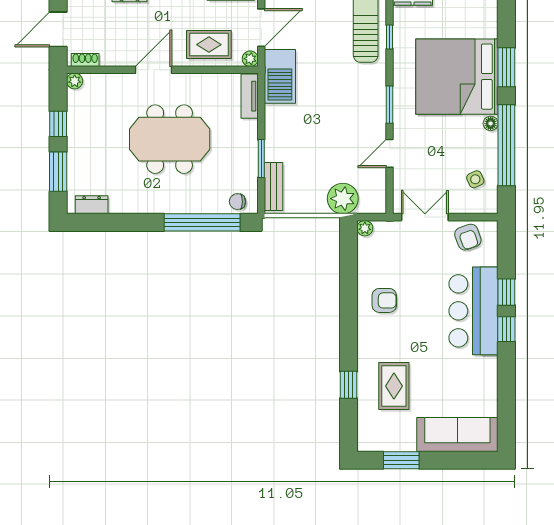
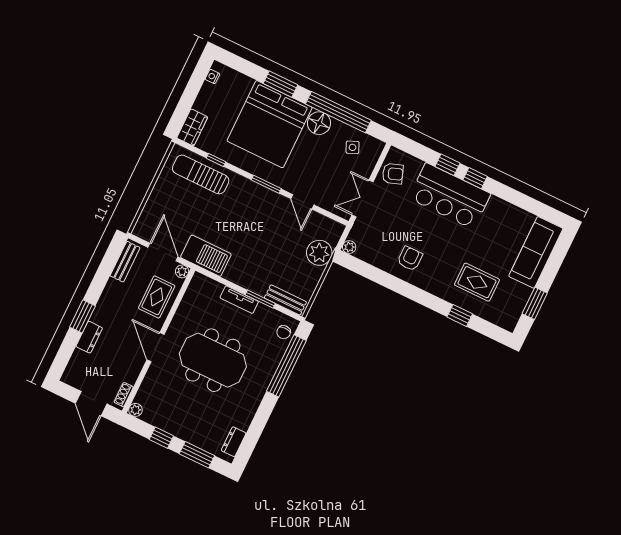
tv unit: (250, 96) -> (239, 300), moved
floor lamp: (491, 123) -> (319, 123), width x1.89, depth x1.89
meeting table: (170, 139) -> (213, 360), turned 90

